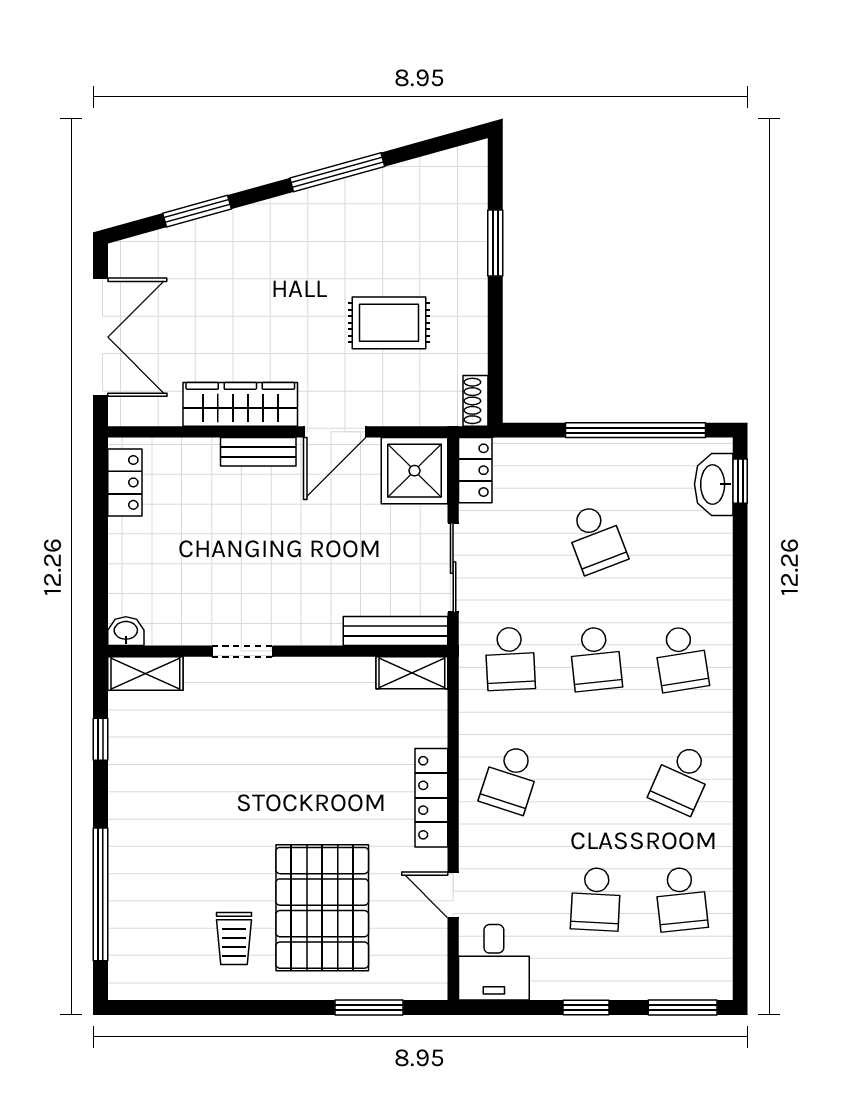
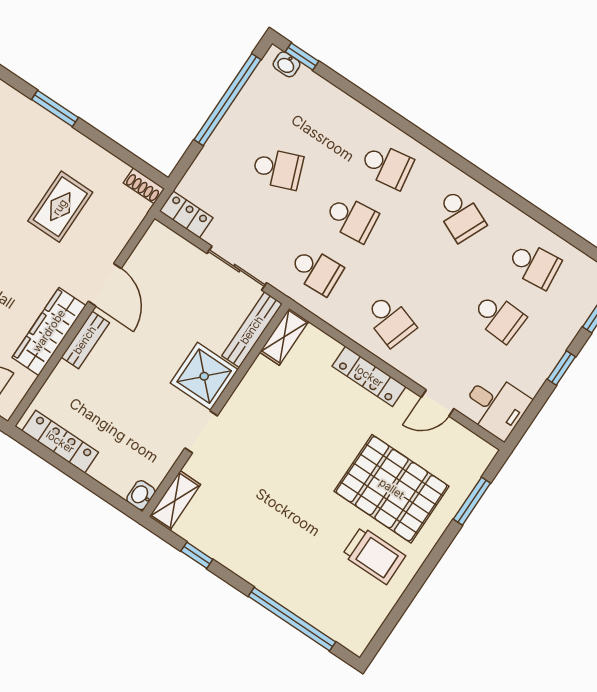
shower: (415, 471) -> (204, 376), moved
locker: (125, 482) -> (60, 442), width x1.53
washbasin: (714, 484) -> (287, 64), width x0.52, depth x0.69
trolley: (234, 938) -> (374, 555), width x1.36, depth x1.39

